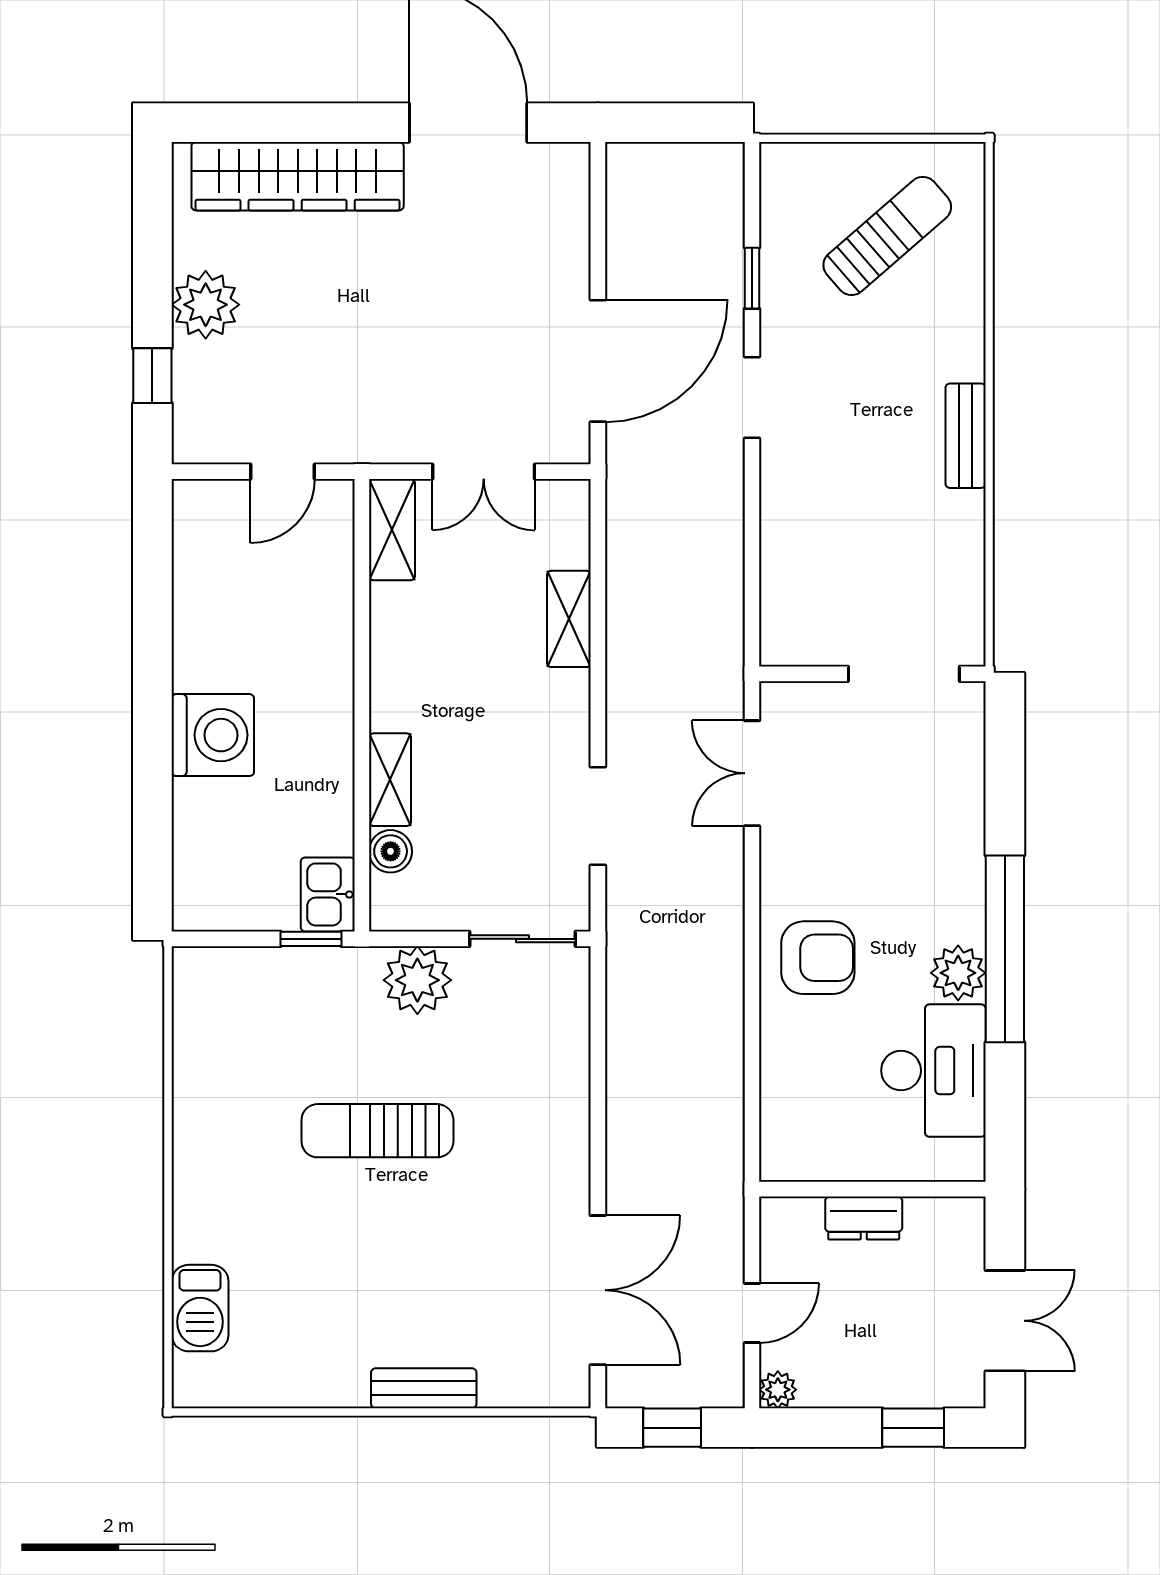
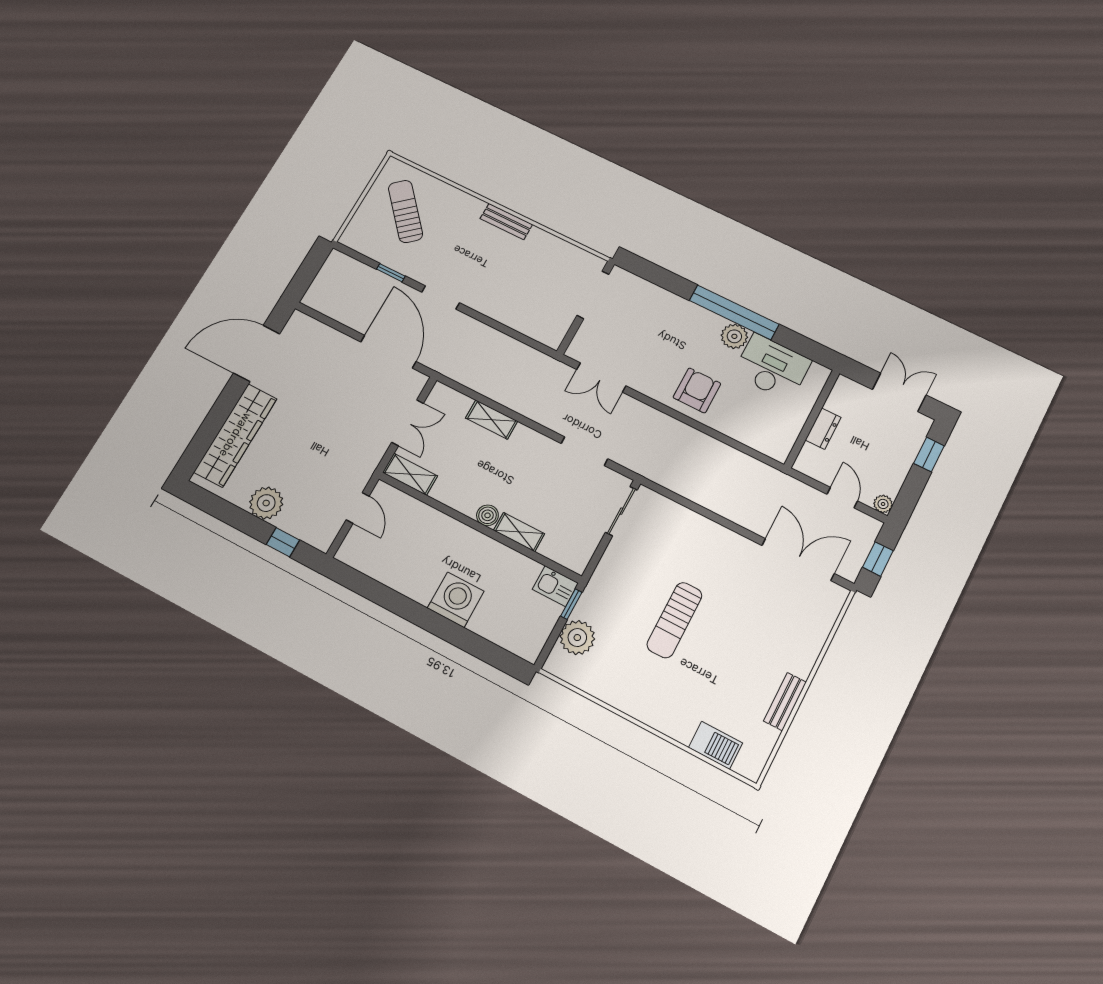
boiler: (391, 851) -> (487, 515), moved
plant: (417, 980) -> (577, 638), moved
bench: (424, 1388) -> (785, 702), moved

